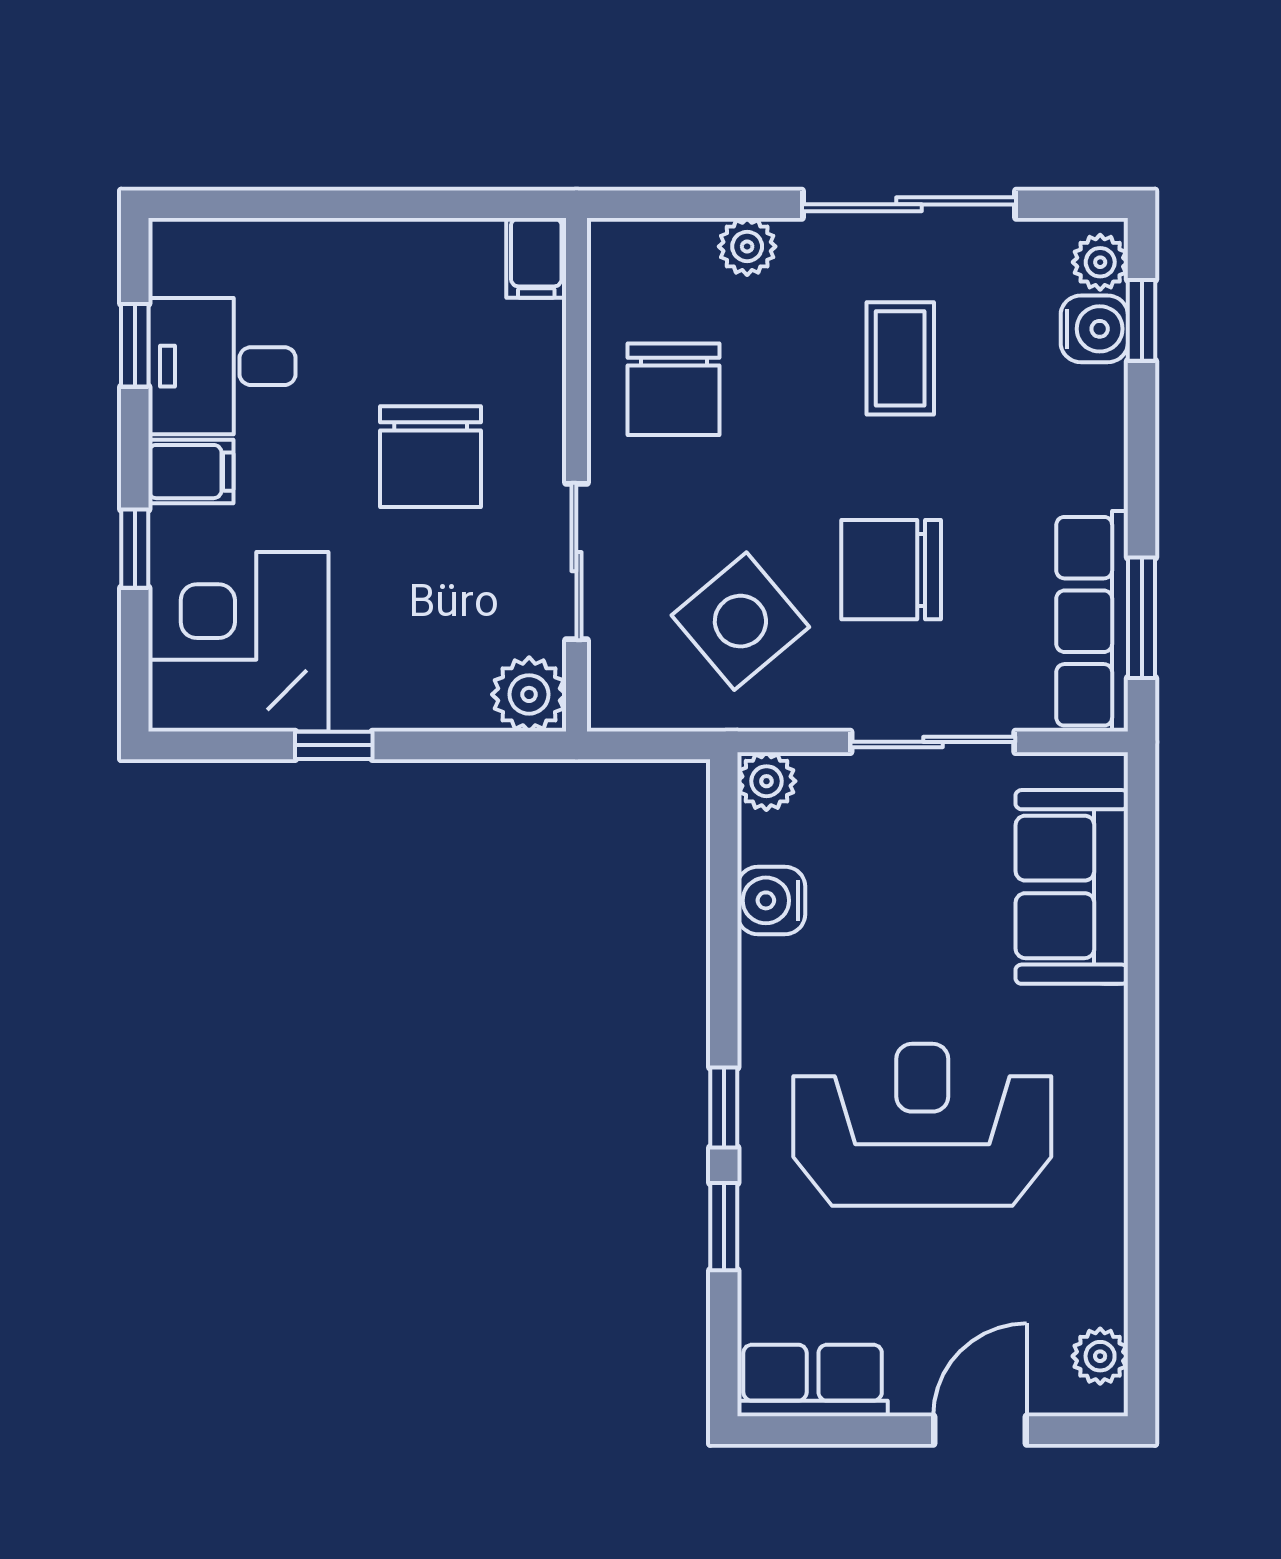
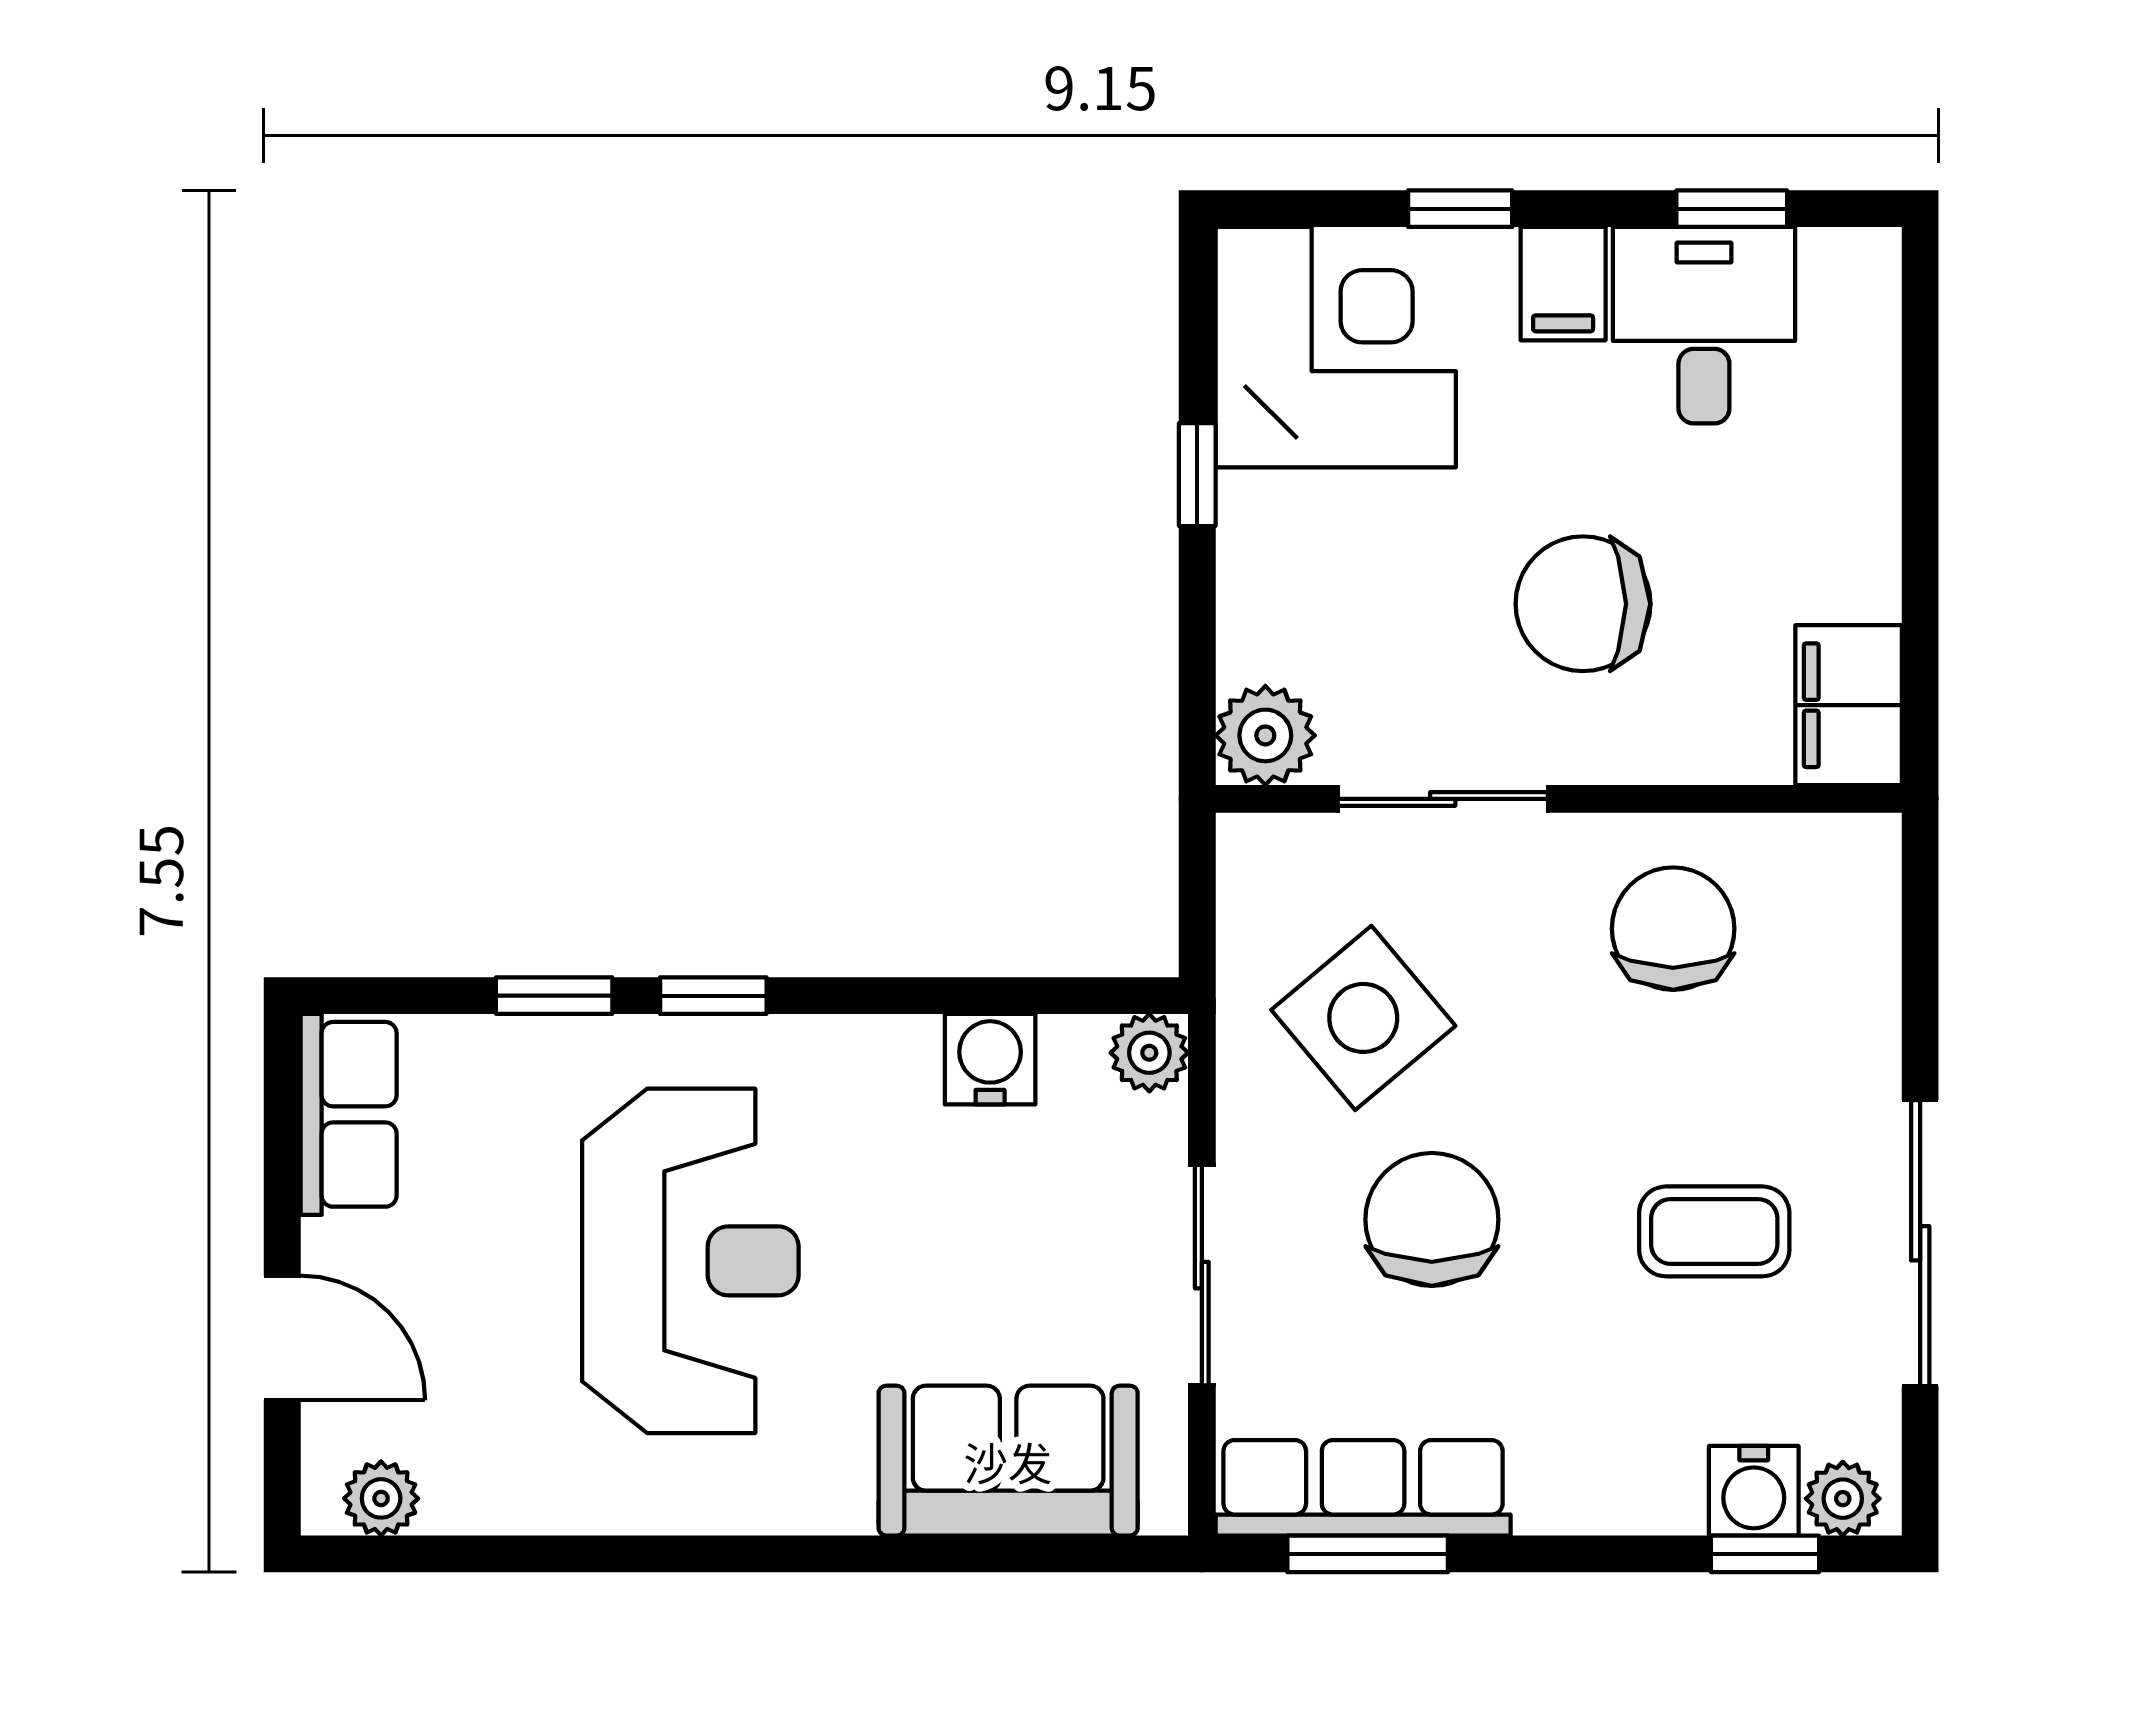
plant: (747, 246) -> (1864, 1027), removed
filing cabinet: (536, 258) -> (1849, 705), width x2.00
chair: (674, 389) -> (1673, 929), turned 90

